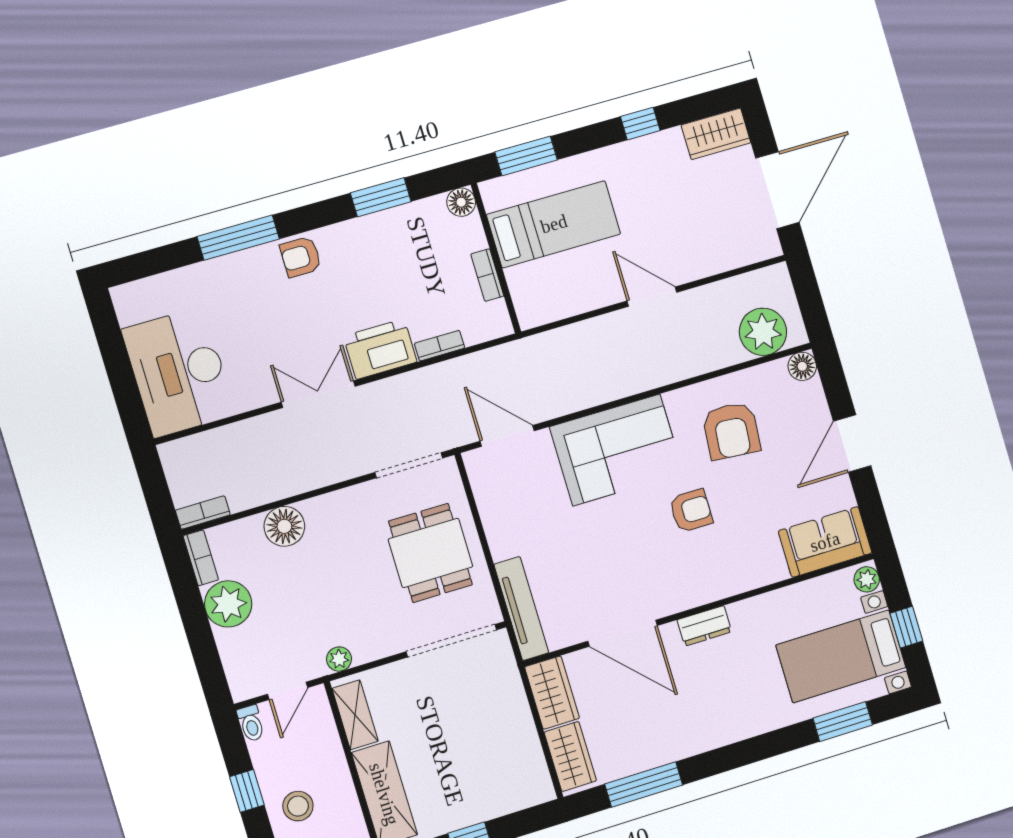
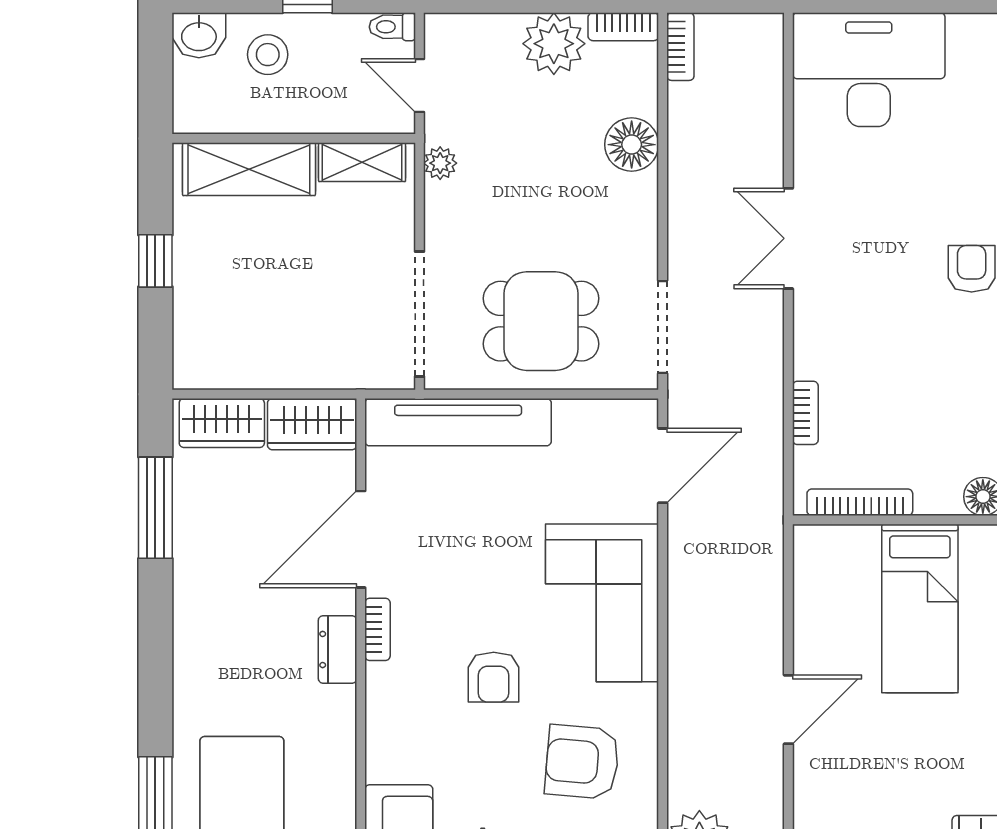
bookcase: (487, 275) -> (860, 502), width x1.56
printer: (380, 349) -> (823, 335), removed
double door: (318, 394) -> (788, 238), swing flipped
bookcase: (682, 602) -> (377, 629), added
tv unit: (521, 609) -> (458, 422), width x1.36, depth x1.29

